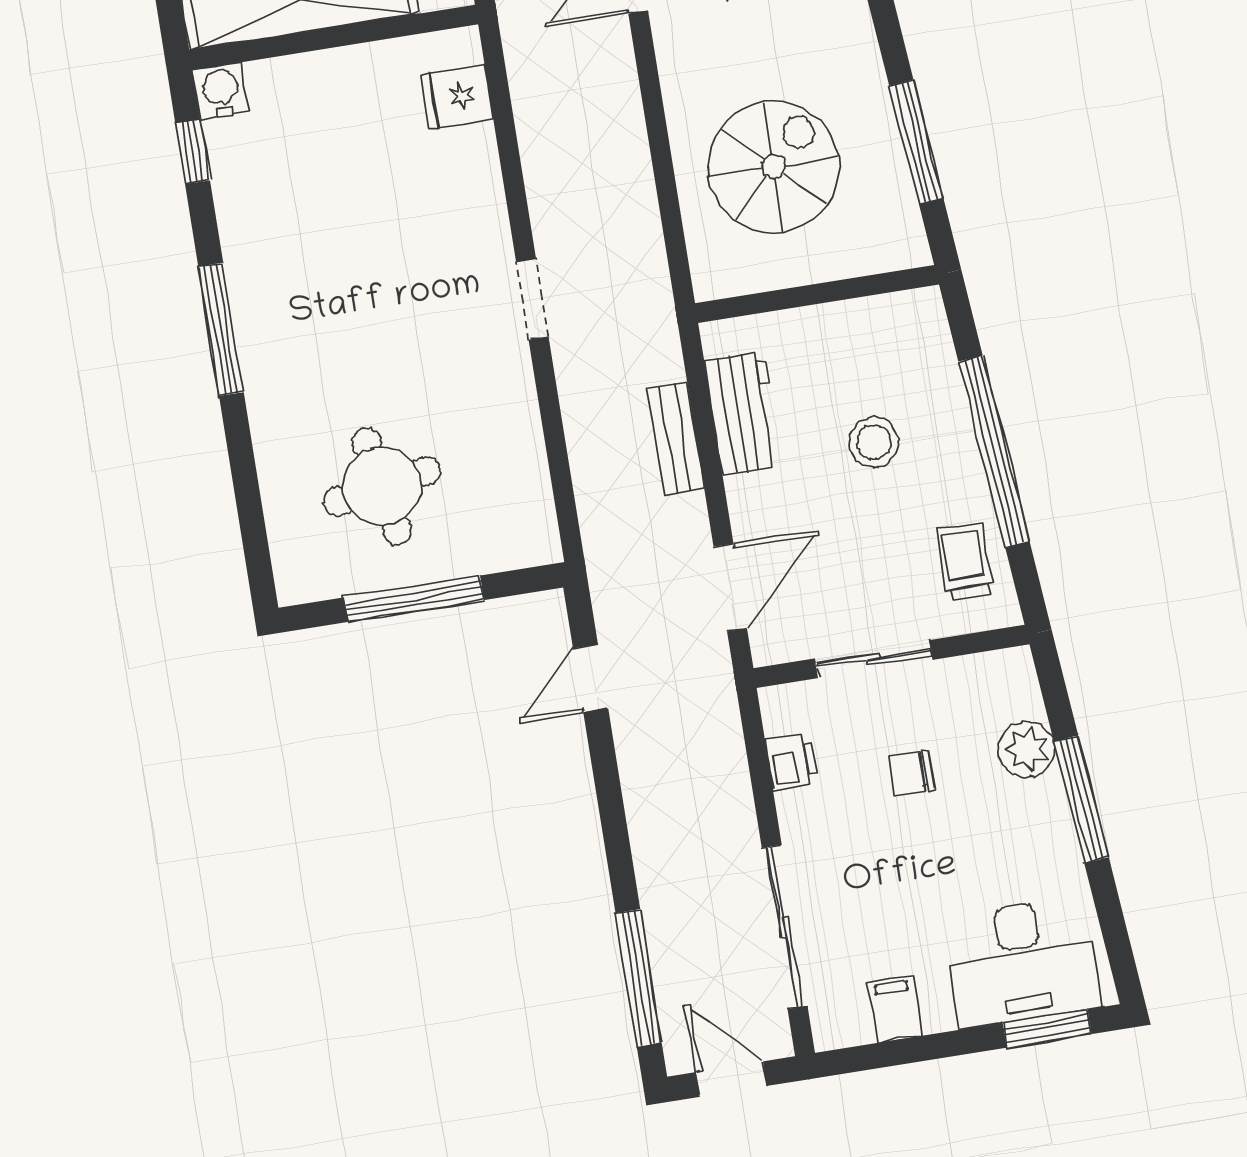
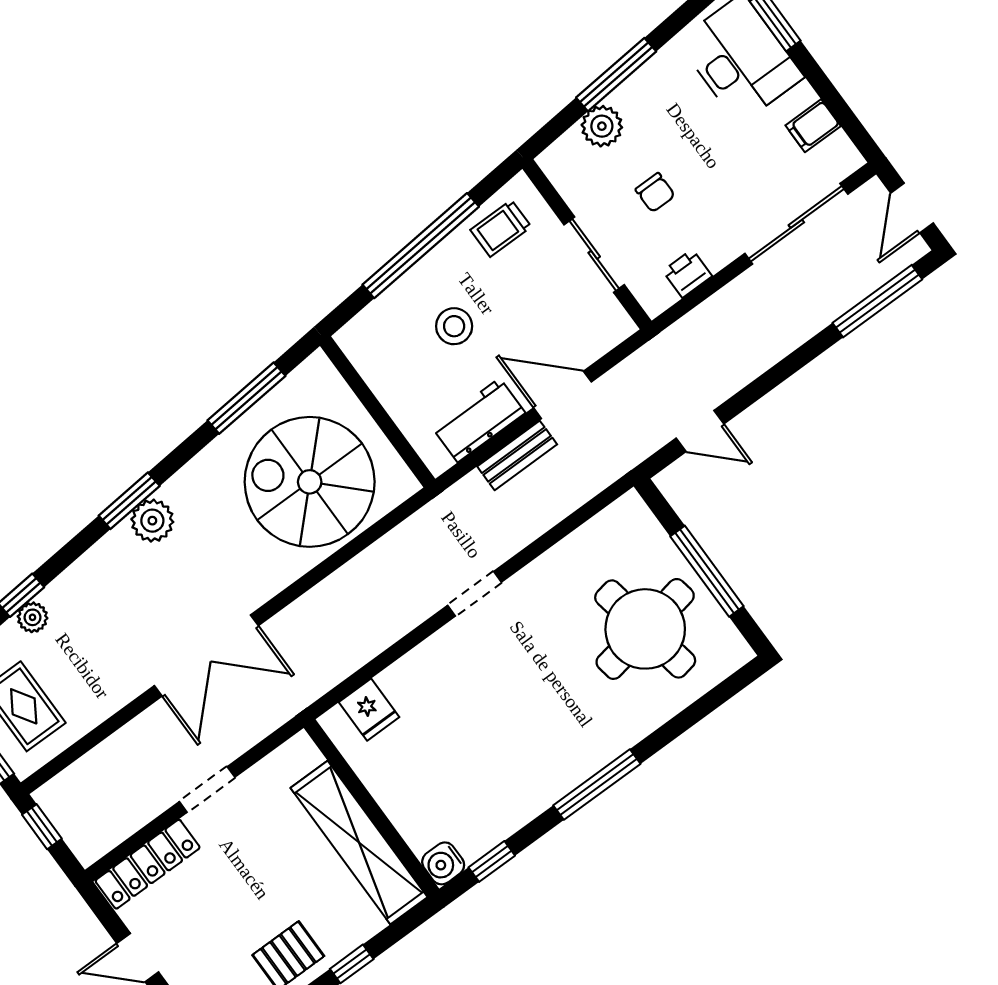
spiral stairs: (774, 167) -> (310, 482), width x1.37, depth x1.37
round table: (382, 487) -> (645, 629), width x1.36, depth x1.36
door: (730, 588) -> (562, 395), moved

